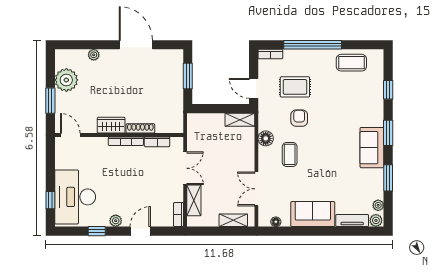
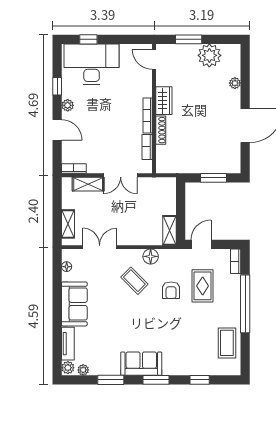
armchair: (299, 118) -> (171, 290), turned 90
door: (70, 135) -> (154, 59), swing flipped
coffee table: (290, 154) -> (134, 281), turned 45

